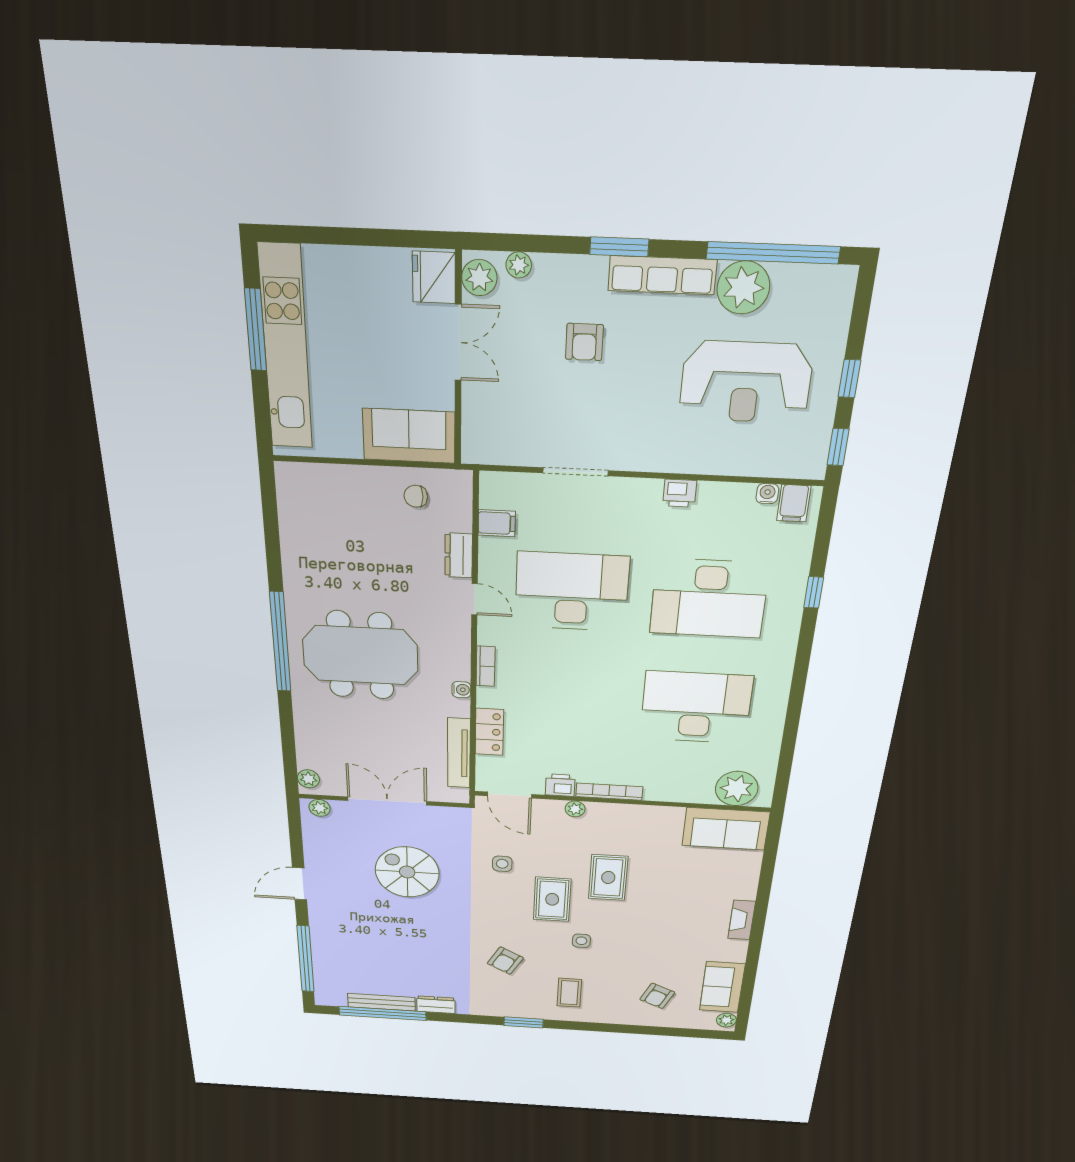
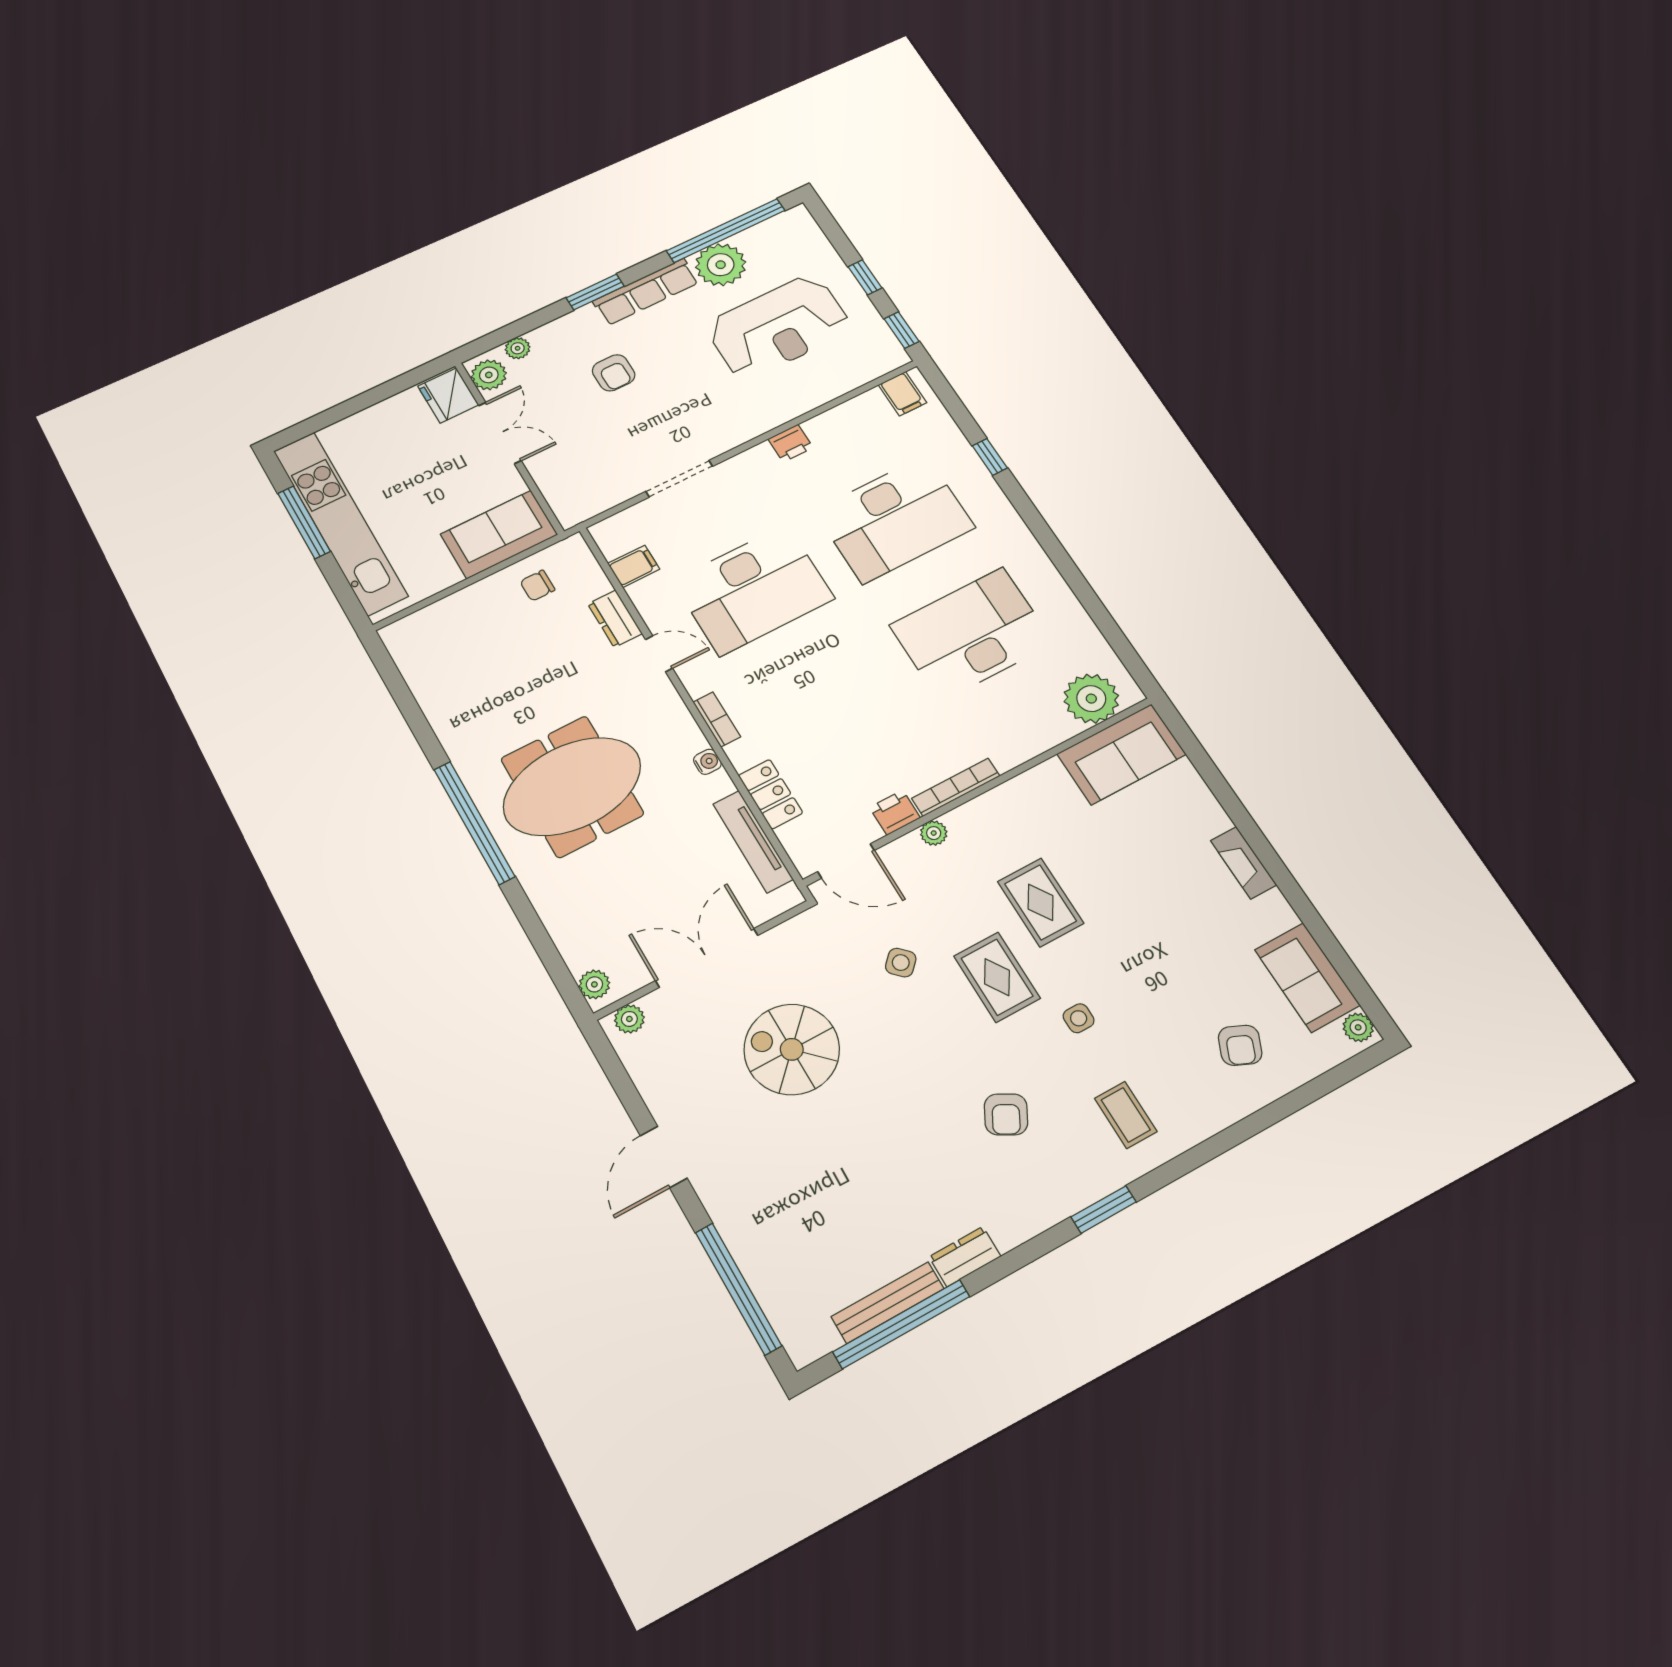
water cooler: (767, 494) -> (872, 399), removed
desk: (572, 592) -> (753, 590), turned 180
side table: (502, 864) -> (901, 963), turned 45

